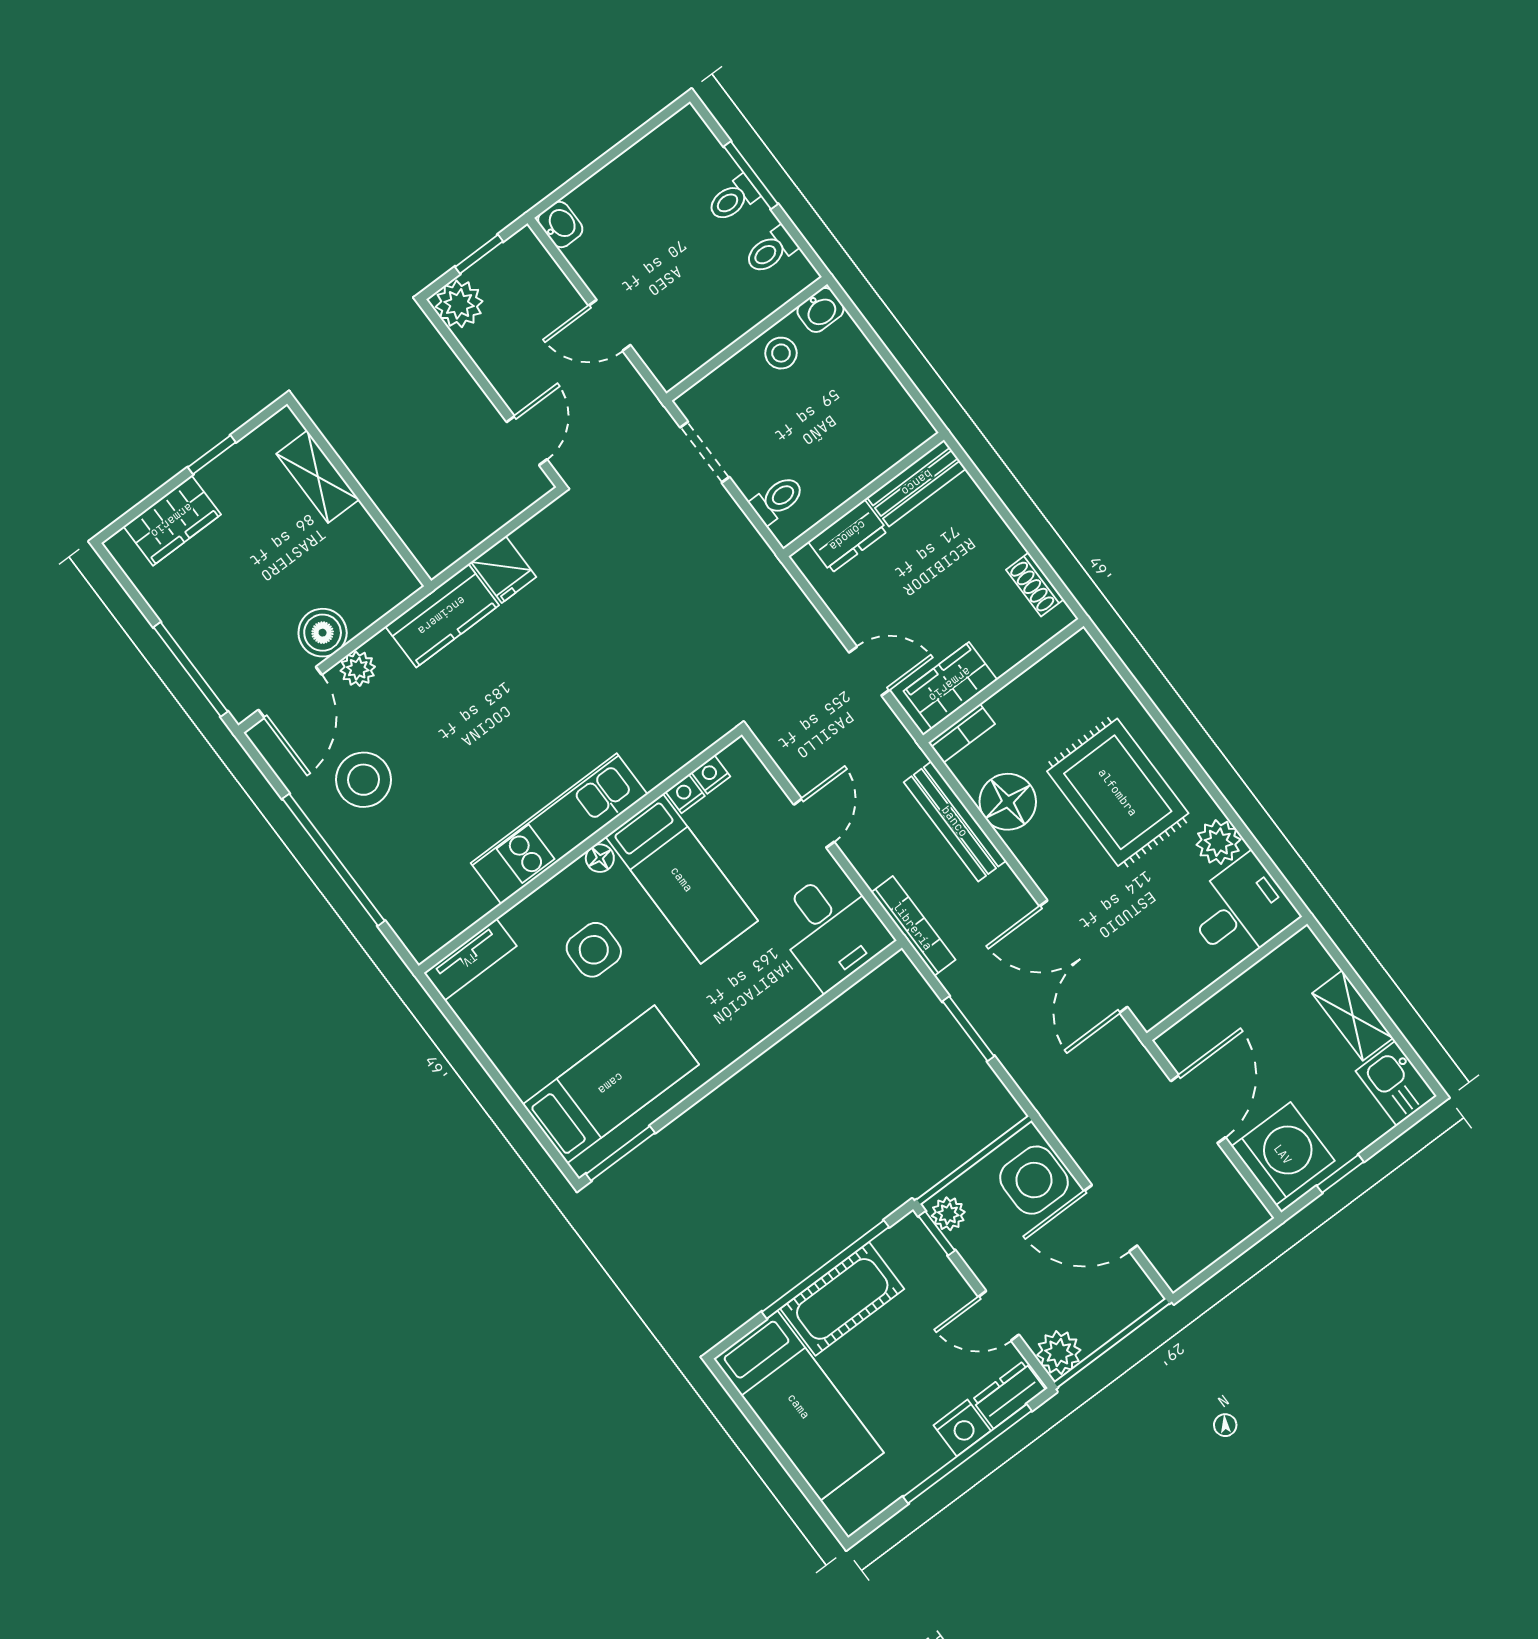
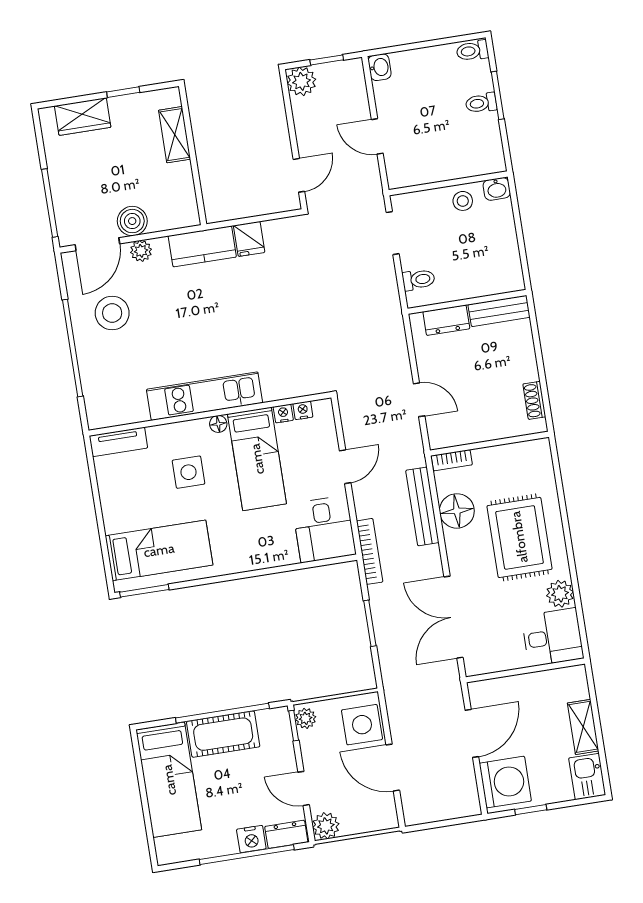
toilet: (771, 250) -> (472, 51), moved
wardrobe: (950, 685) -> (459, 431), removed

